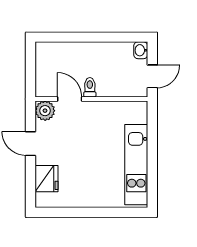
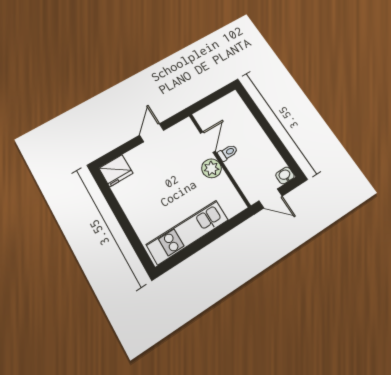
plant: (45, 111) -> (211, 168), moved
fridge: (47, 179) -> (116, 171), moved

